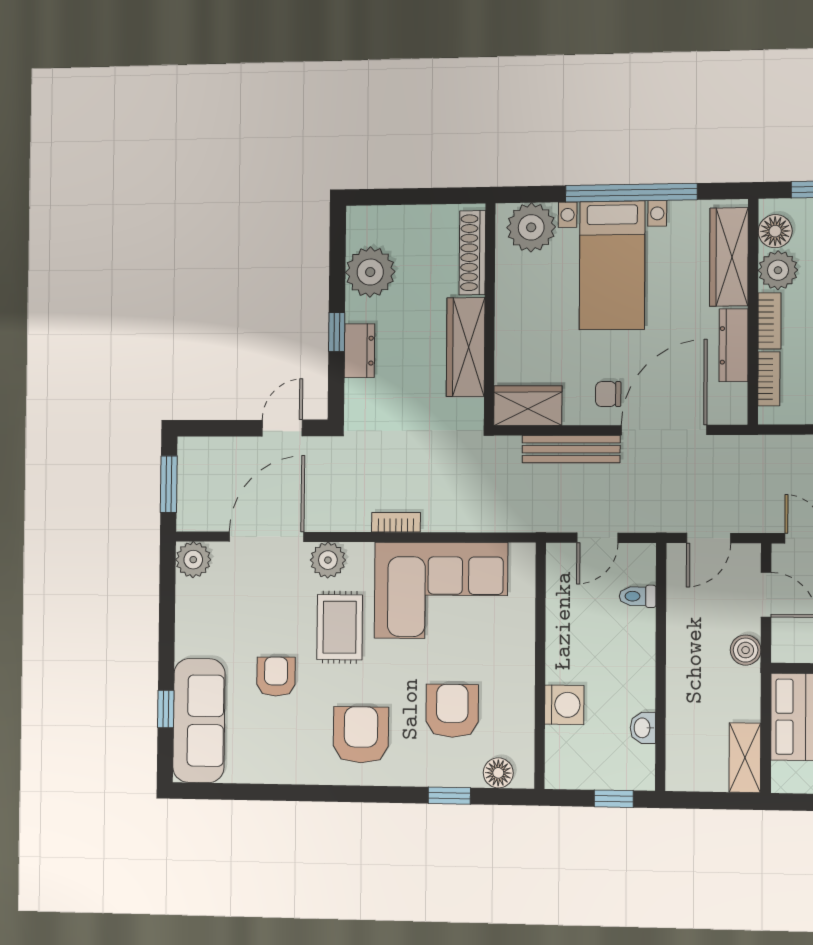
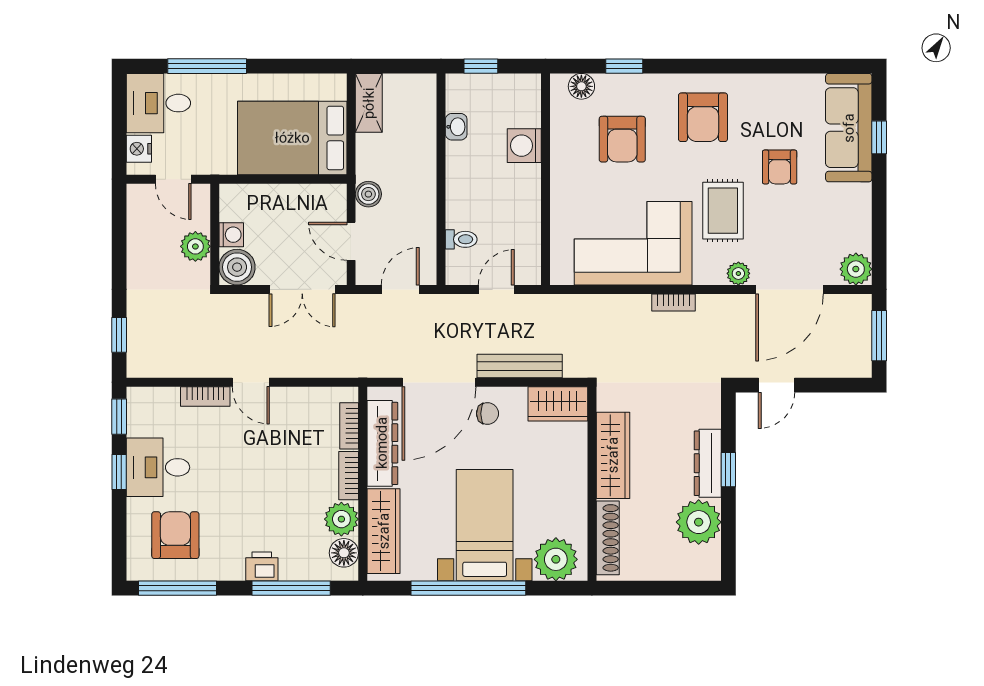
dresser: (734, 345) -> (382, 443), width x1.37, depth x1.24
dresser: (359, 351) -> (708, 463), width x1.44
plant: (328, 560) -> (738, 273), width x0.73, depth x0.73

